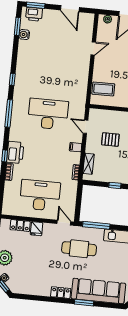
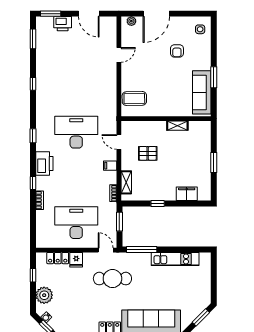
printer: (34, 14) -> (63, 24), moved
water cooler: (24, 35) -> (41, 47), removed
window: (12, 79) -> (33, 84), moved
window: (9, 113) -> (33, 136), width x0.46
printer: (15, 152) -> (44, 164), moved
window: (79, 198) -> (119, 222), added
cafe table: (79, 249) -> (112, 279), moved

